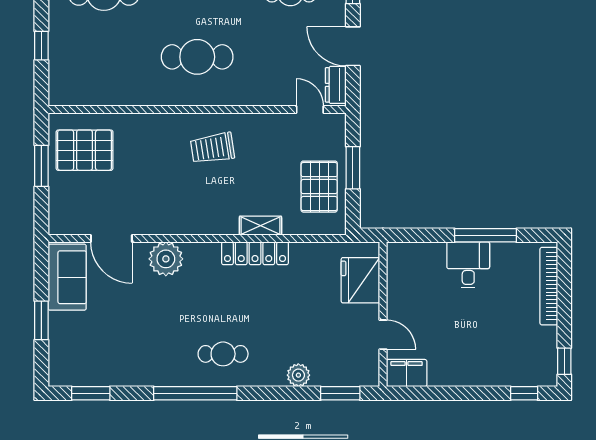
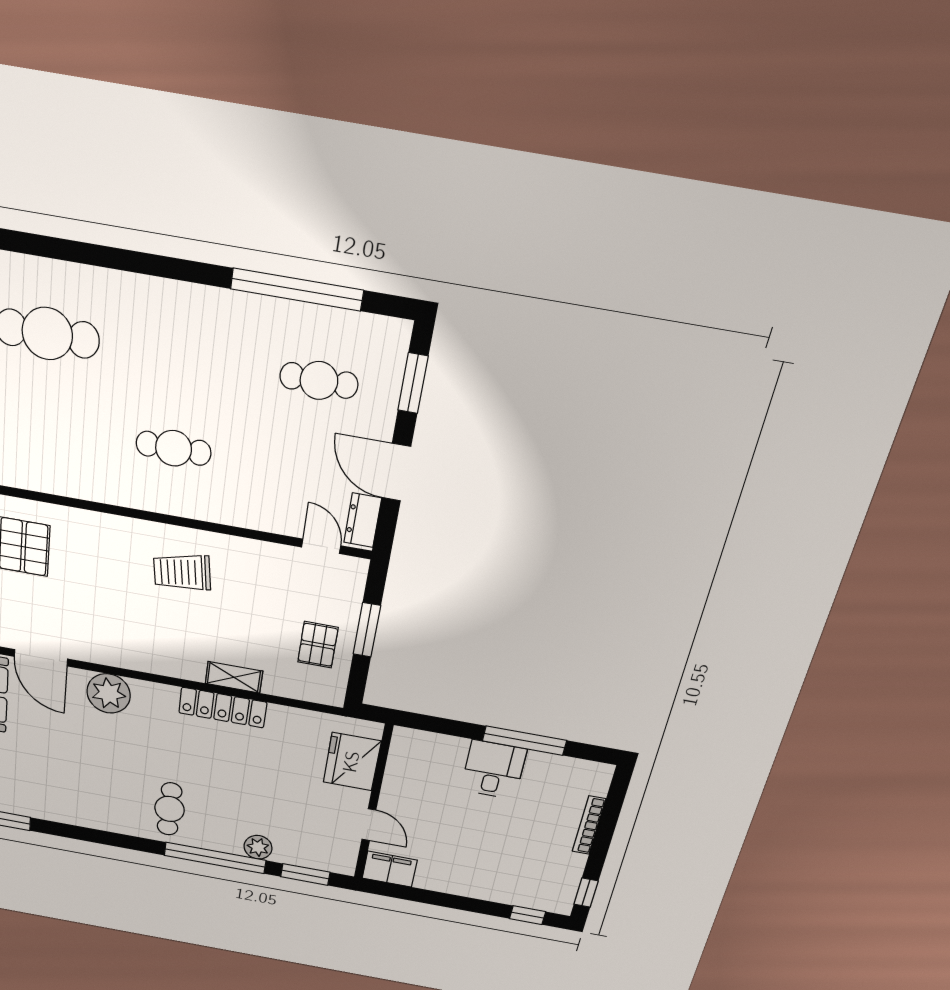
cafe table: (197, 57) -> (174, 448), width x0.73, depth x0.74
pallet: (319, 187) -> (318, 645), width x0.67, depth x0.71
bookcase: (549, 286) -> (589, 825), width x0.68, depth x0.76
cafe table: (223, 354) -> (170, 809), turned 90
window: (195, 393) -> (215, 858), moved

